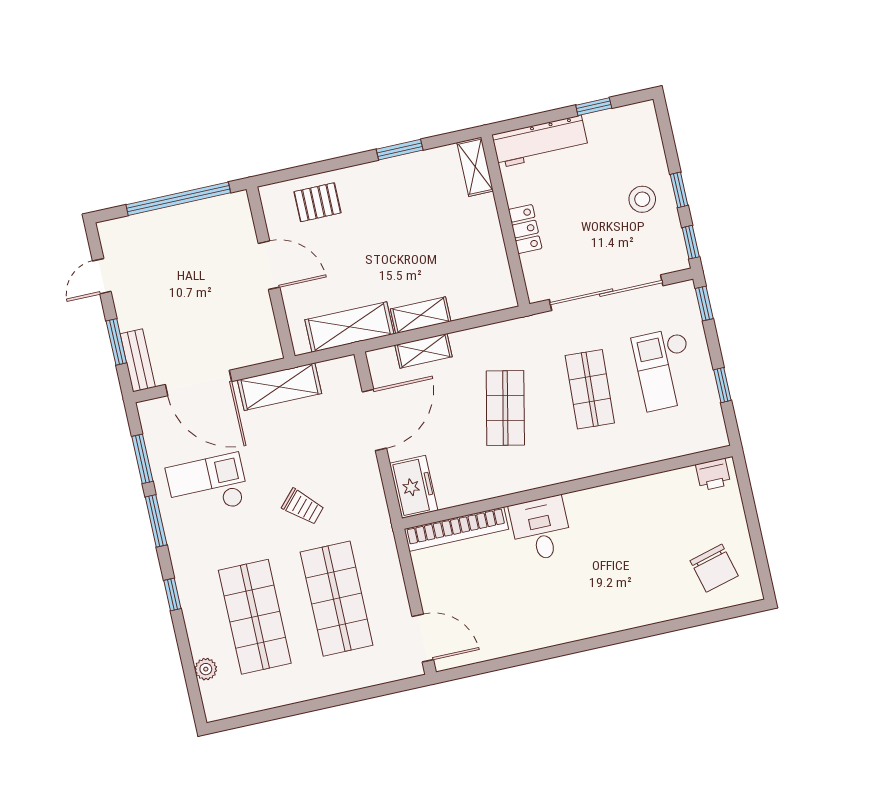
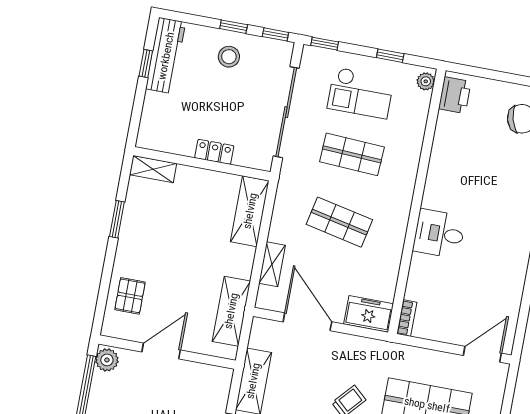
workbench: (540, 142) -> (166, 56), moved
plant: (232, 207) -> (107, 360), added
shelving: (421, 315) -> (250, 211), moved, width x1.50, depth x1.33
plant: (710, 439) -> (426, 81), added
printer: (713, 474) -> (455, 95), width x1.36, depth x1.24
bookcase: (456, 529) -> (407, 318), width x0.43, depth x0.76

